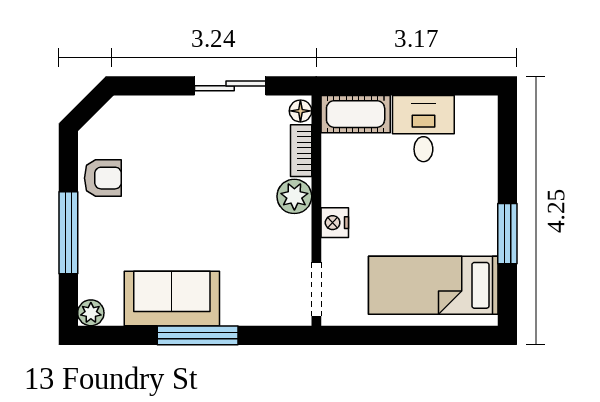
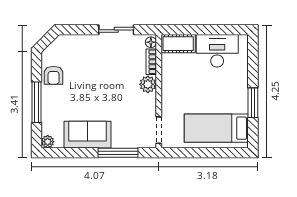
desk: (423, 129) -> (217, 51), width x1.37
armchair: (103, 178) -> (54, 75), turned 90
nightstand: (335, 223) -> (168, 97), removed
window: (198, 335) -> (118, 153), moved

